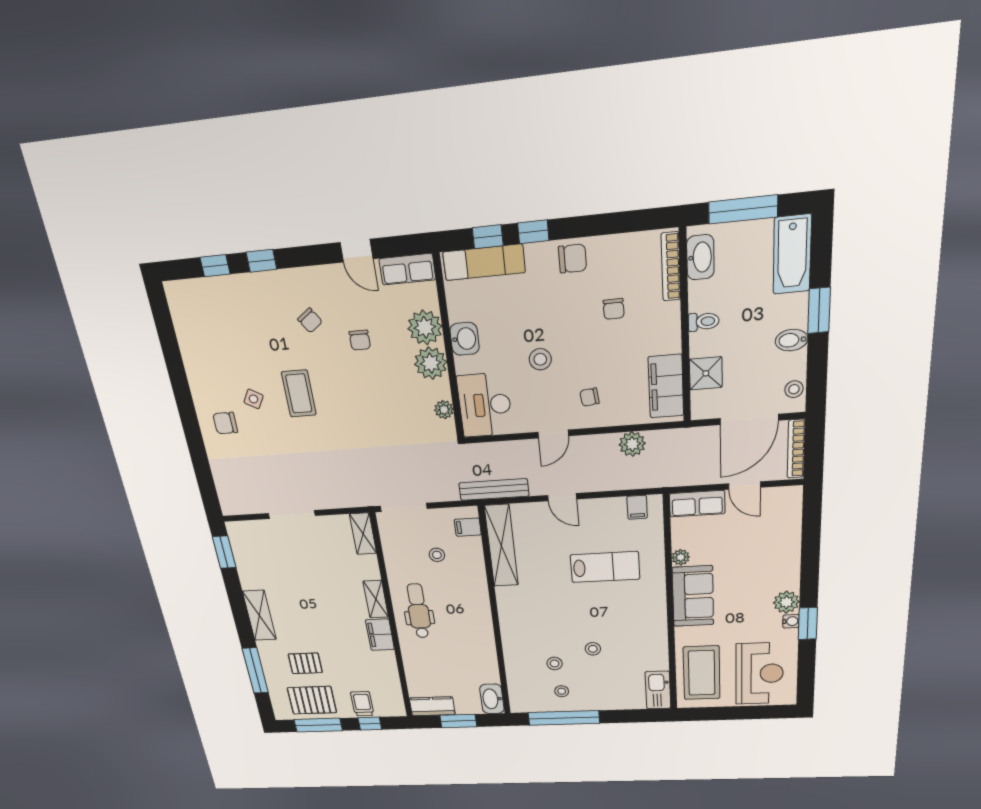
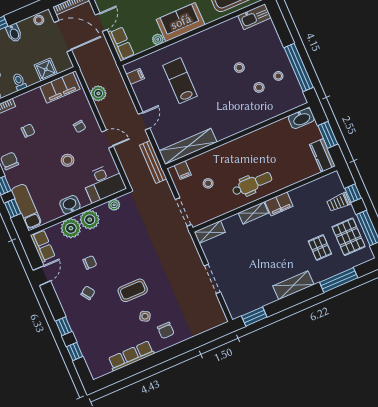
row of seats: (193, 357) -> (131, 356), added
dental chair: (419, 611) -> (252, 184), turned 180

